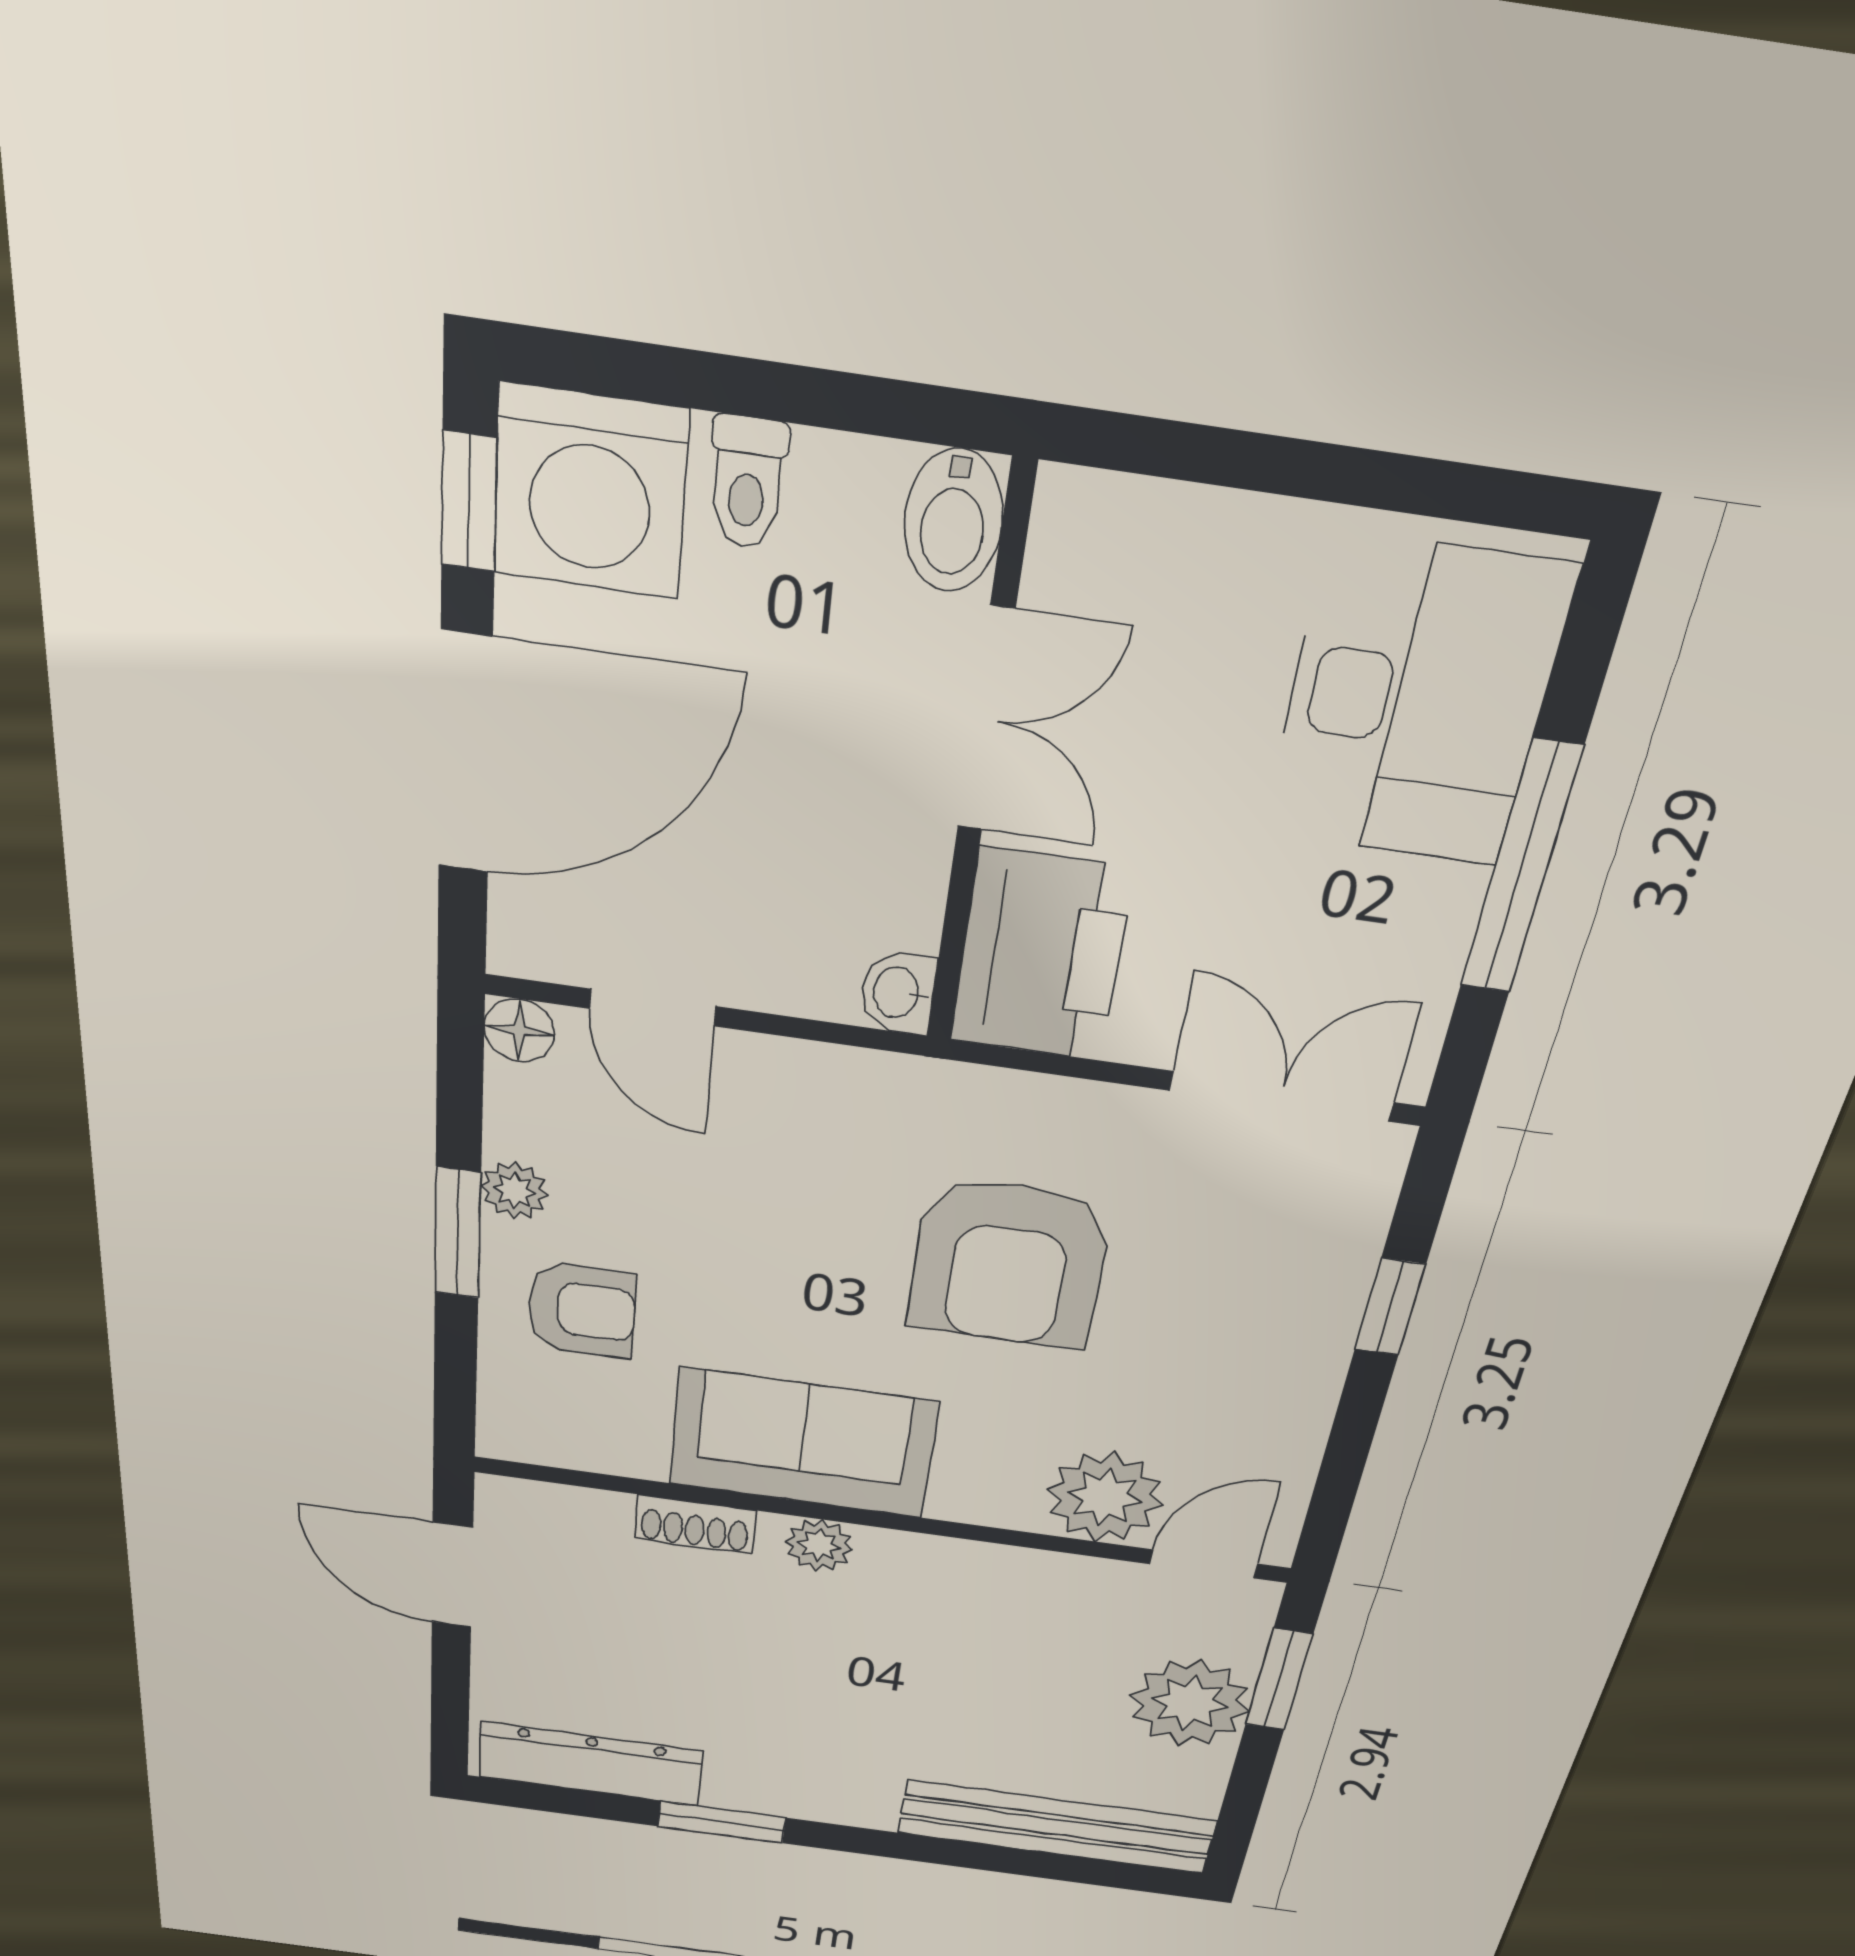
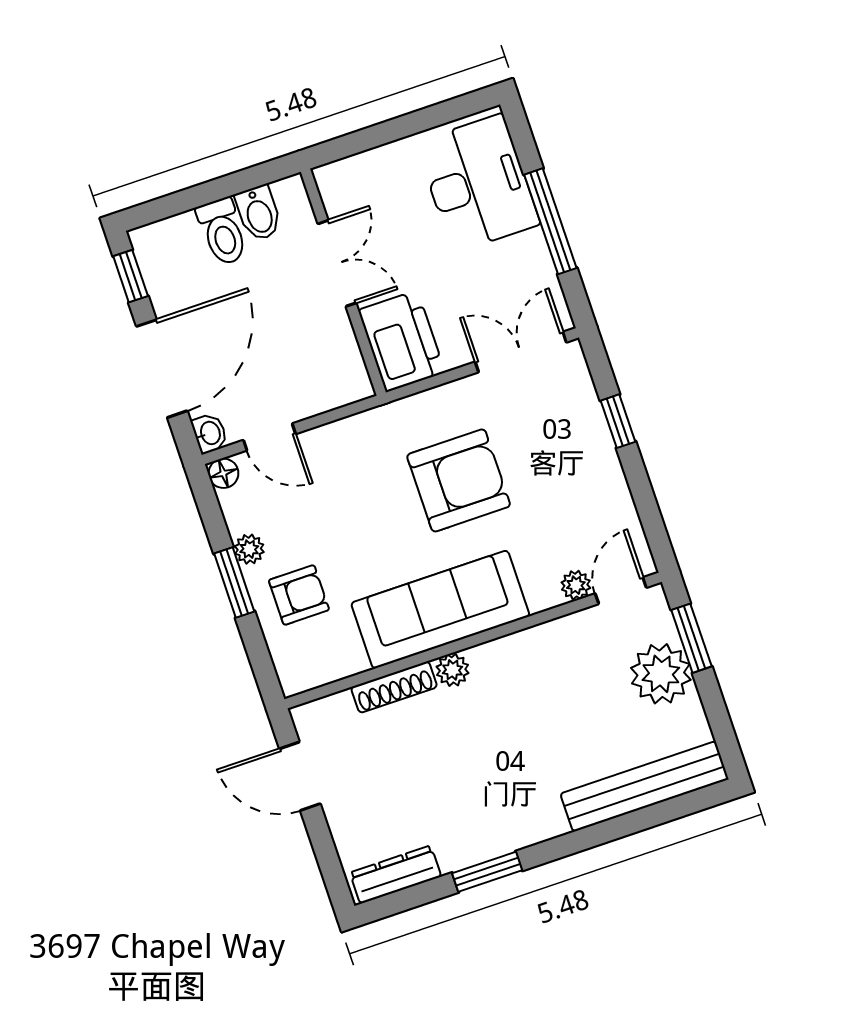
toilet: (747, 482) -> (222, 232), width x1.37, depth x1.39
washing machine: (590, 492) -> (169, 253), removed
bidet: (953, 520) -> (259, 213), moved
washbasin: (898, 993) -> (210, 433), moved, turned 180
armchair: (1009, 1263) -> (459, 480), turned -90
sofa: (803, 1443) -> (440, 609), width x1.36
plant: (1105, 1497) -> (576, 585), width x0.53, depth x0.53
shoe rack: (695, 1524) -> (394, 687), width x1.43
dresser: (590, 1764) -> (396, 875), width x0.73, depth x0.80

